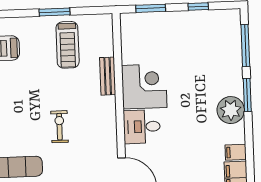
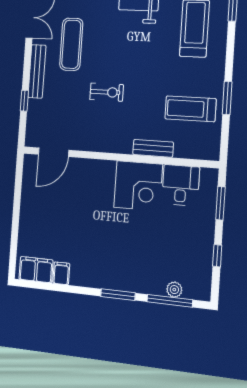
plant: (231, 110) -> (174, 290), moved, width x0.53, depth x0.53
desk: (142, 127) -> (181, 185), moved

